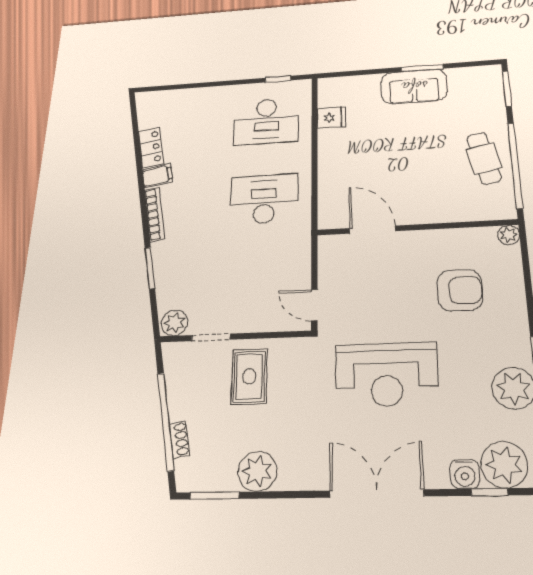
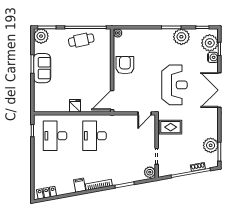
plant: (486, 79) -> (41, 36), added
fridge: (331, 118) -> (75, 106), moved
desk: (266, 121) -> (55, 136), turned 180
locker: (151, 147) -> (46, 193), moved
door: (372, 230) -> (112, 100), moved
armchair: (460, 290) -> (125, 65), moved
rug: (249, 376) -> (171, 127), moved
plant: (257, 471) -> (211, 145), moved

